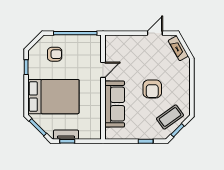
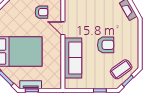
armchair: (55, 54) -> (41, 12), moved
door: (103, 70) -> (63, 28), swing flipped
armchair: (152, 89) -> (106, 45), turned -90

